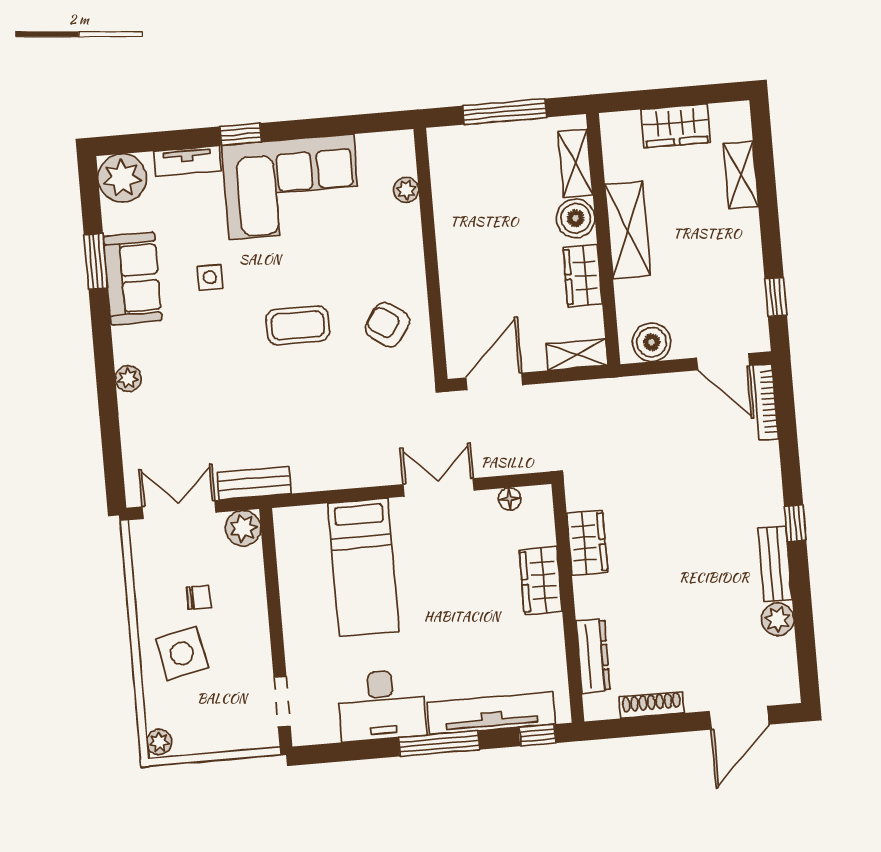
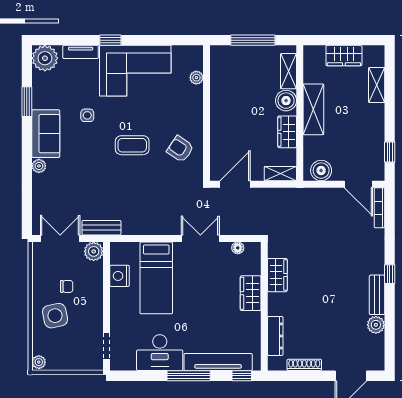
sofa: (133, 279) -> (46, 134), moved
nightstand: (295, 569) -> (120, 276), added

